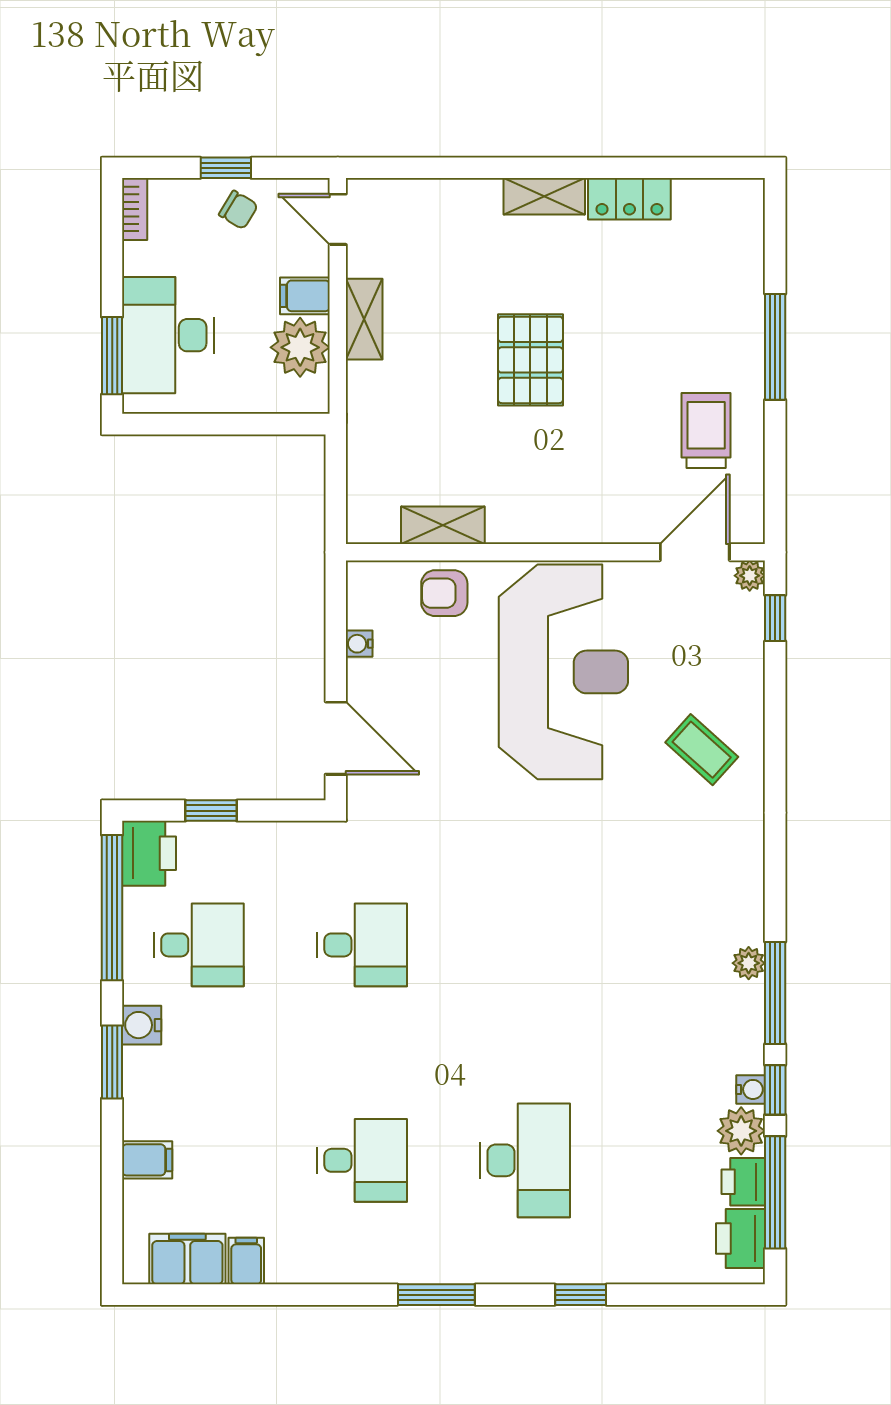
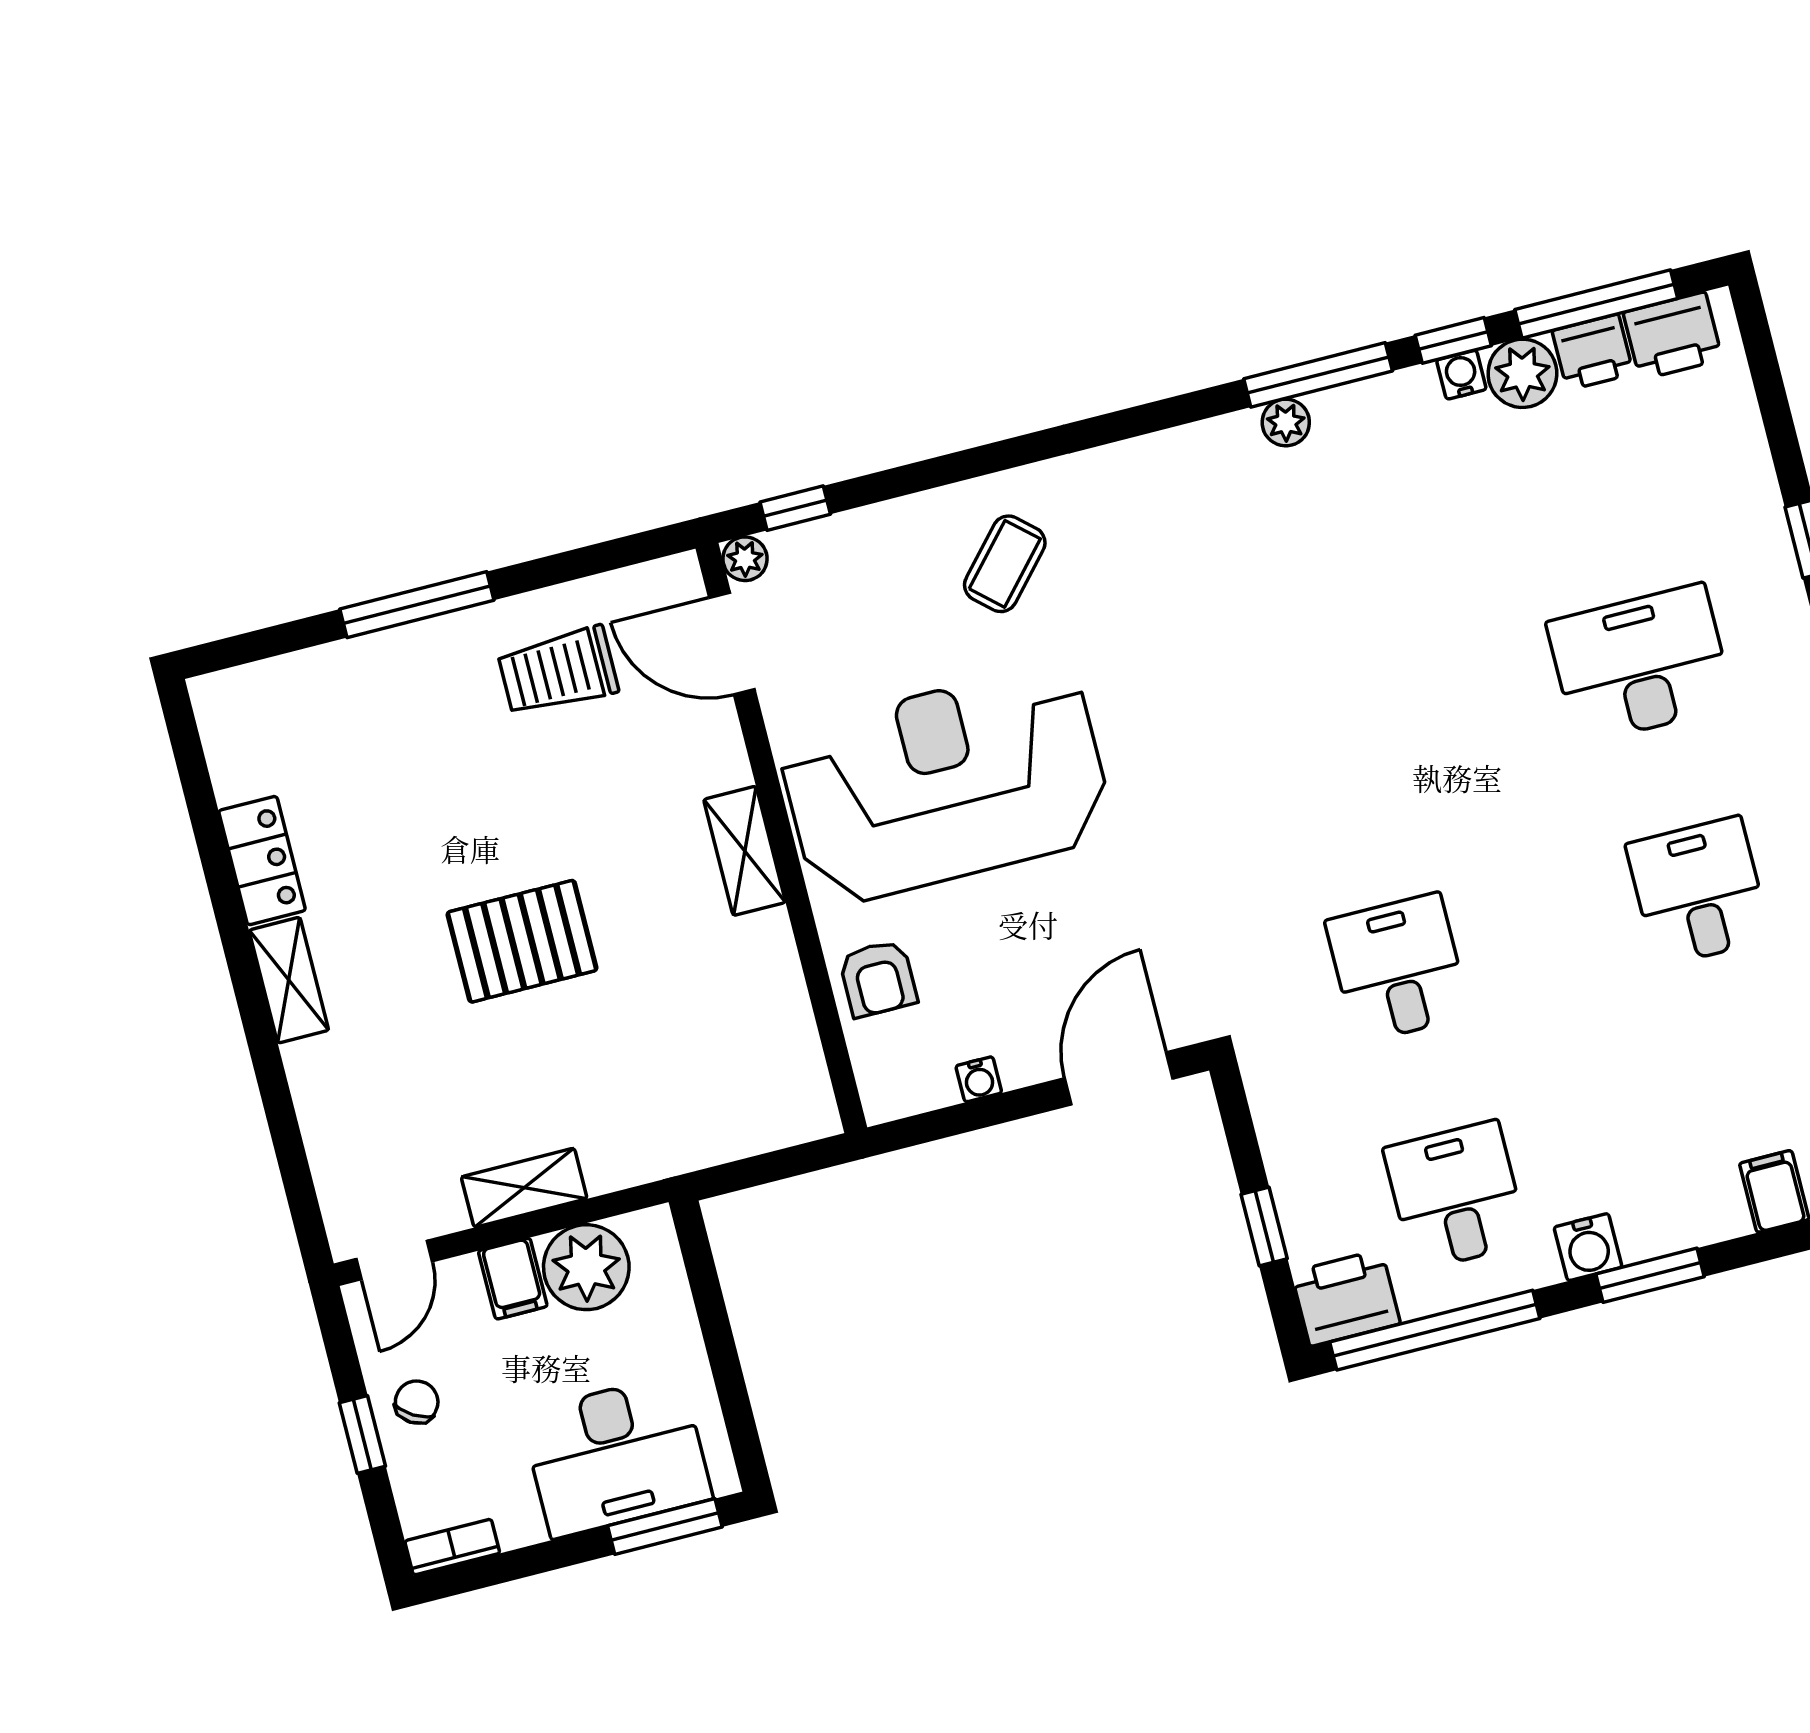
shelving: (443, 525) -> (745, 851), moved

